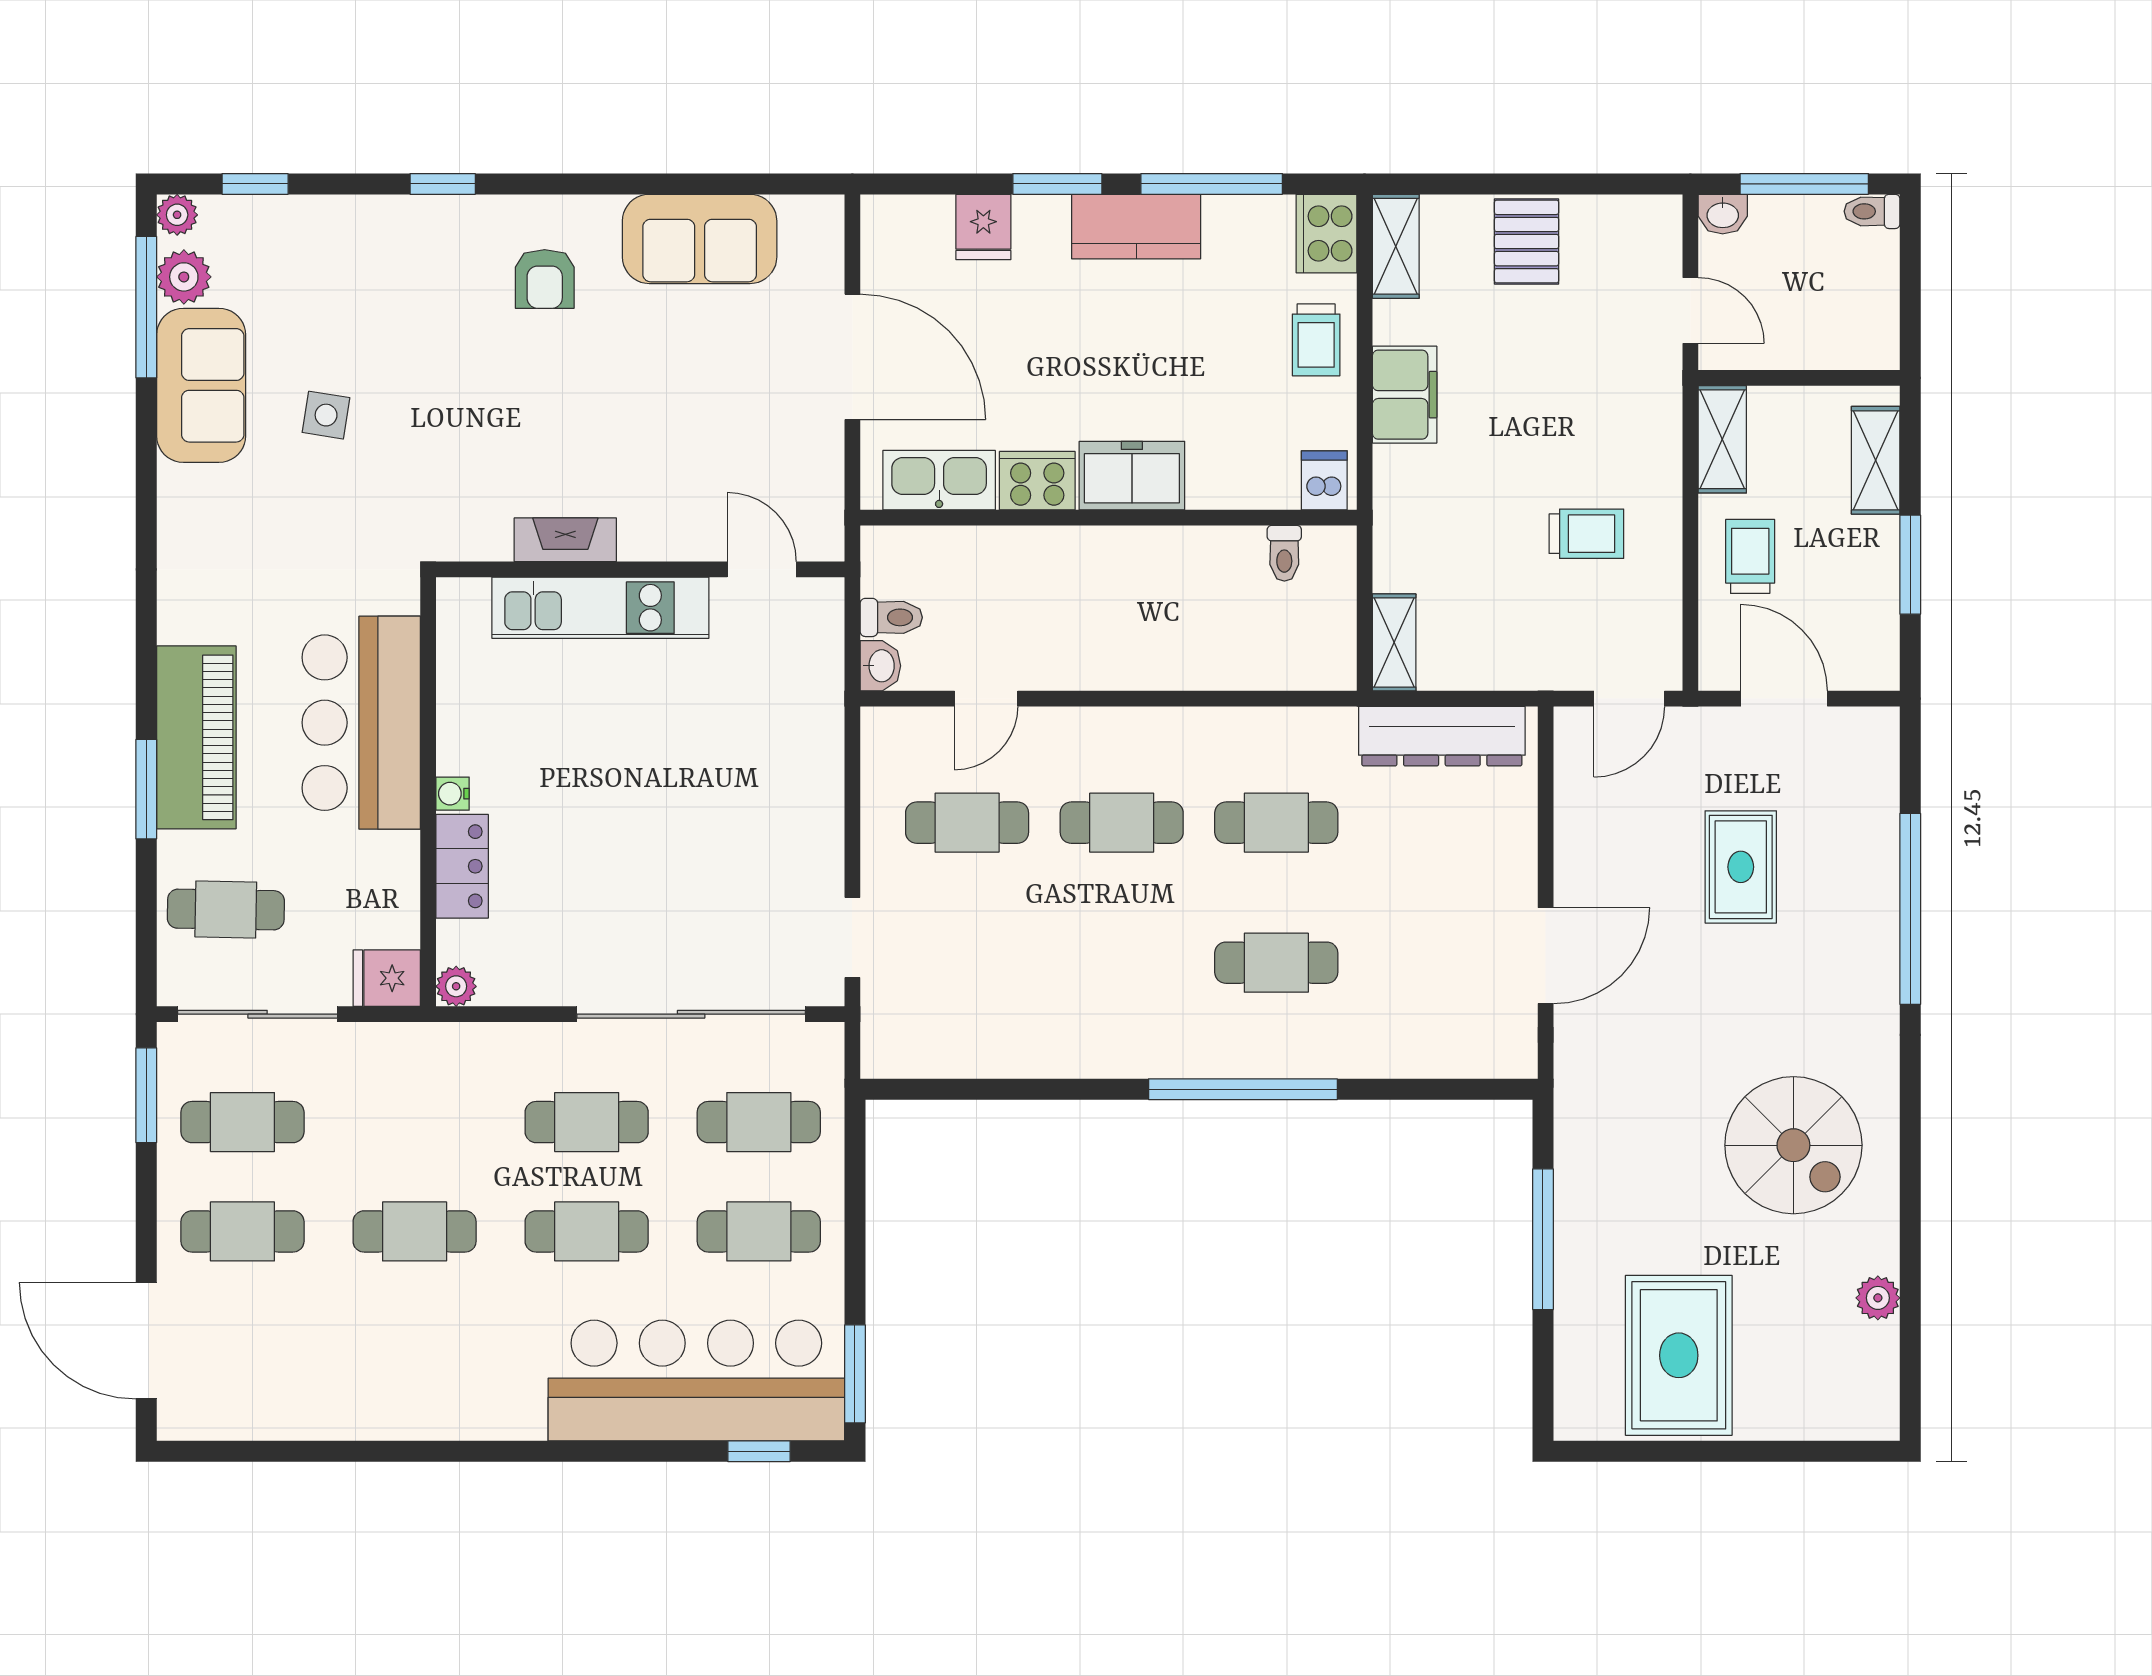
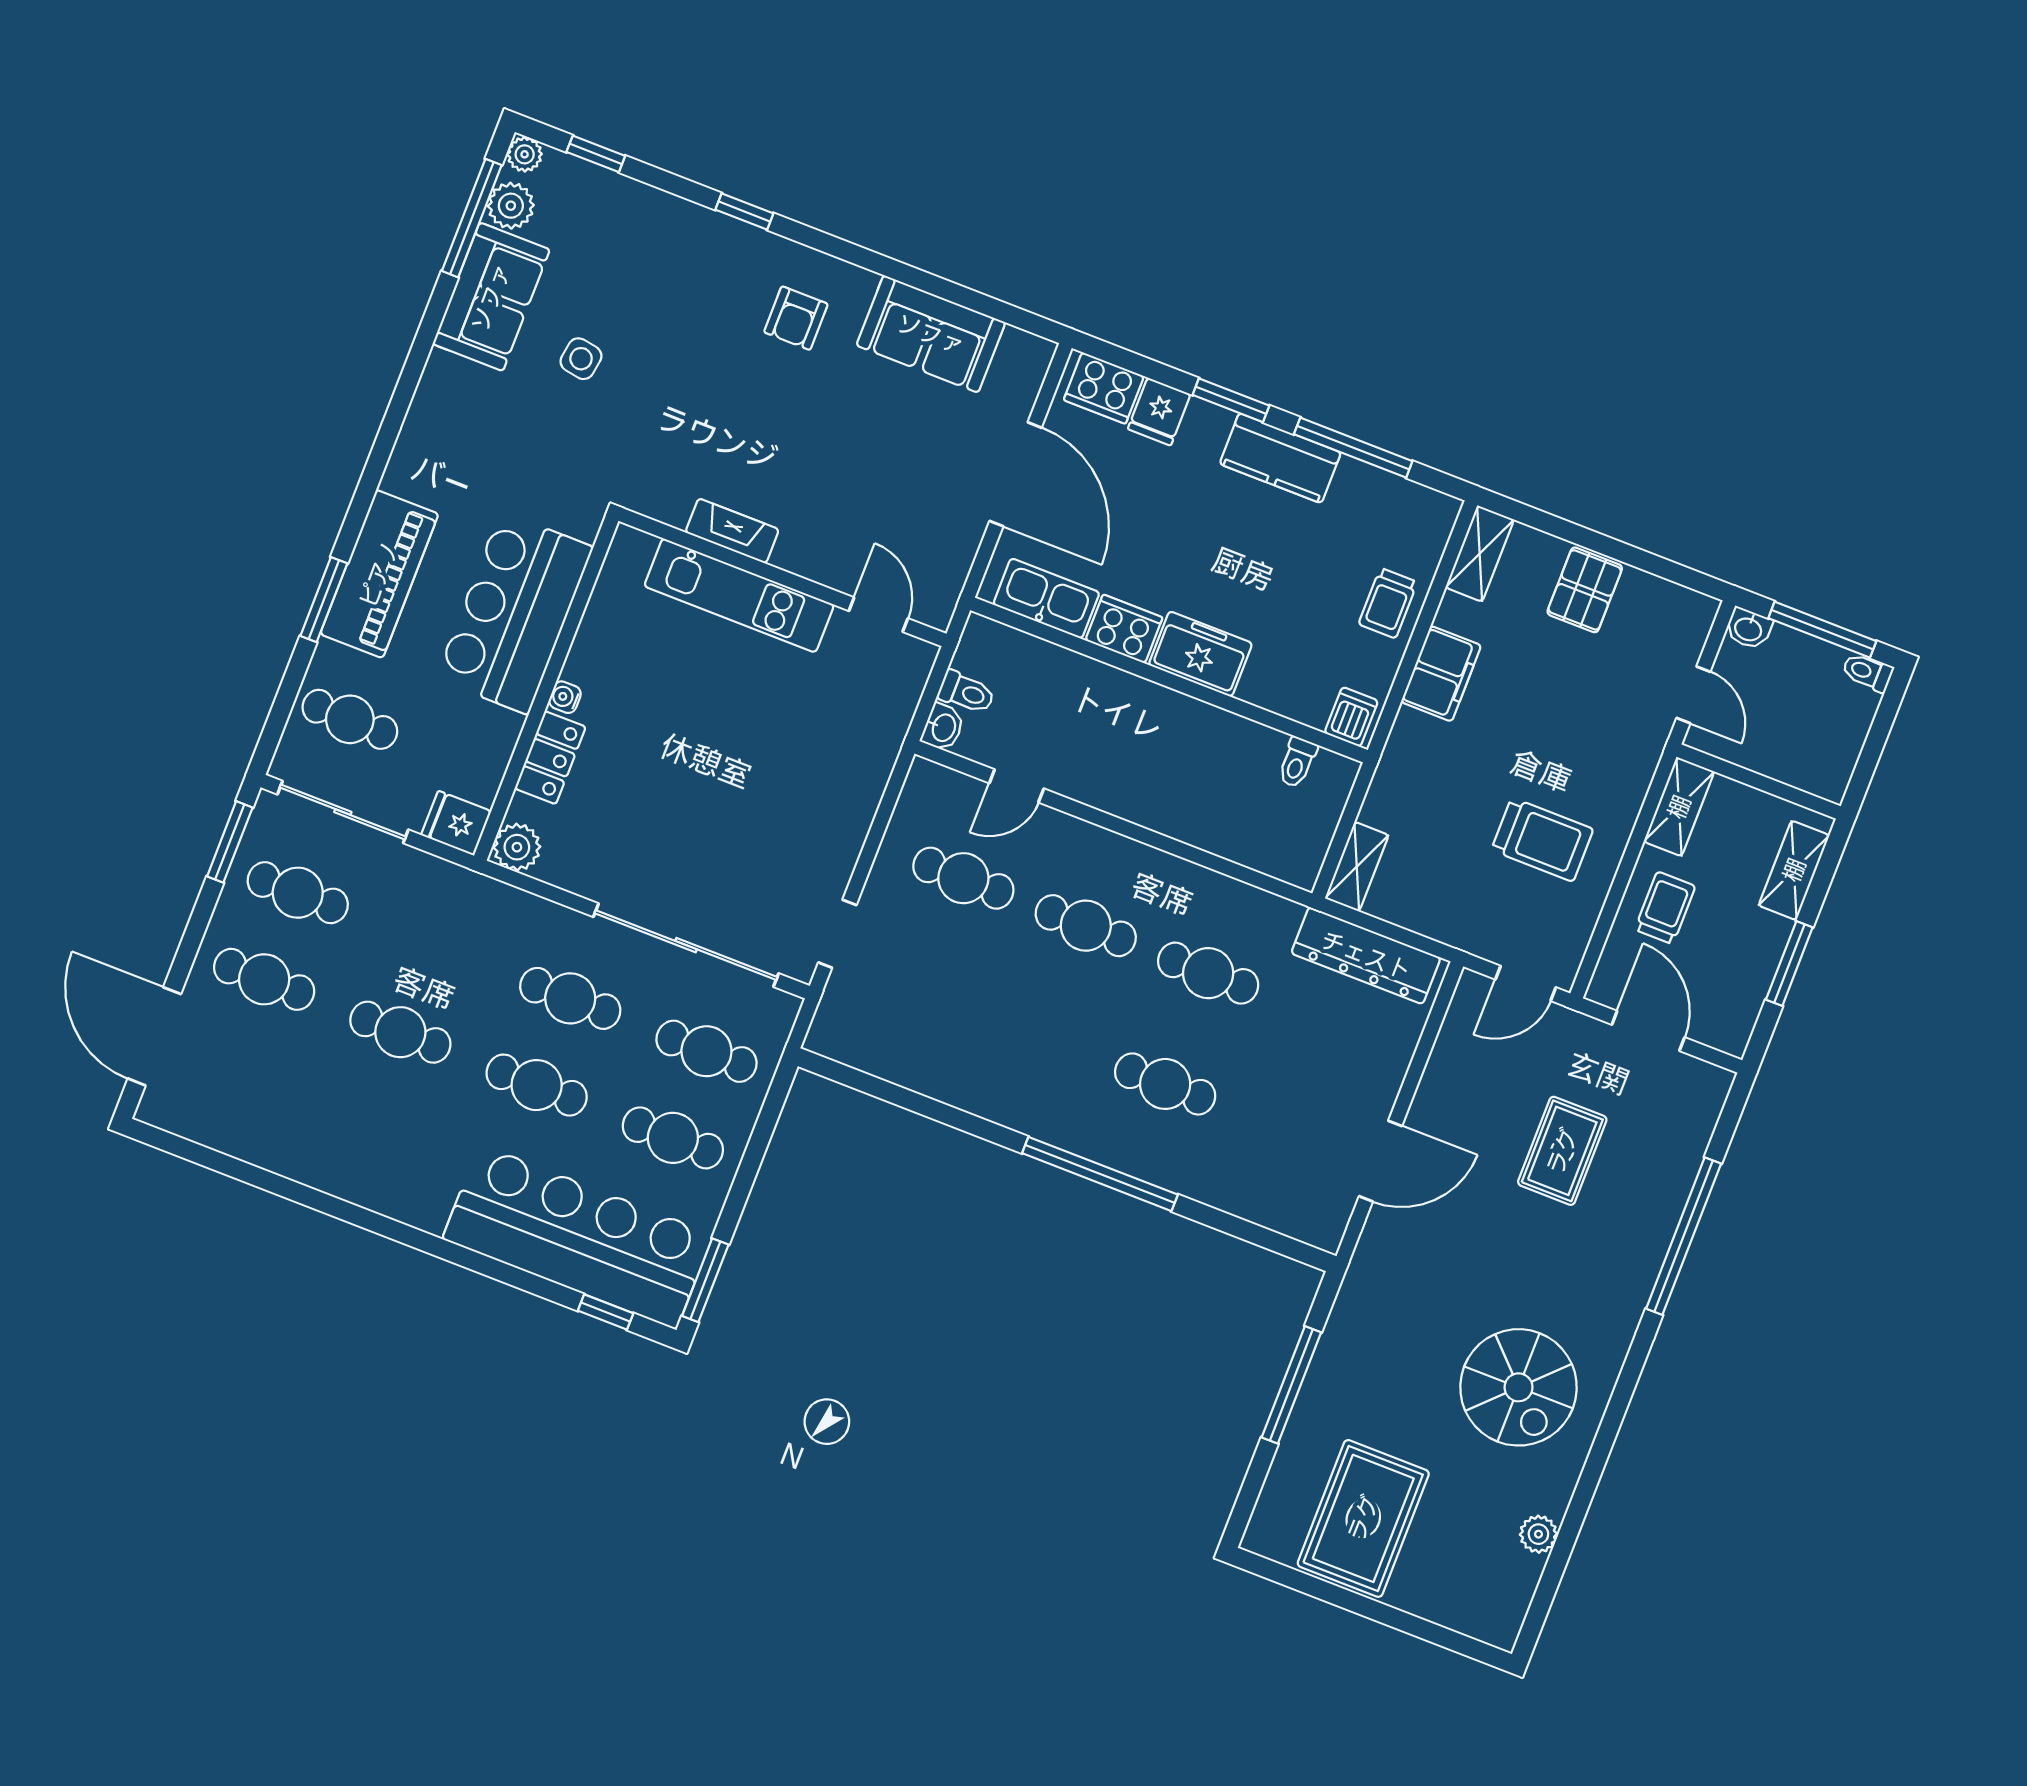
cooker: (1326, 234) -> (1104, 388), moved, turned -90
trolley: (1586, 534) -> (1542, 840), width x1.36, depth x1.39
plant: (456, 986) -> (517, 847), width x1.38, depth x1.38

